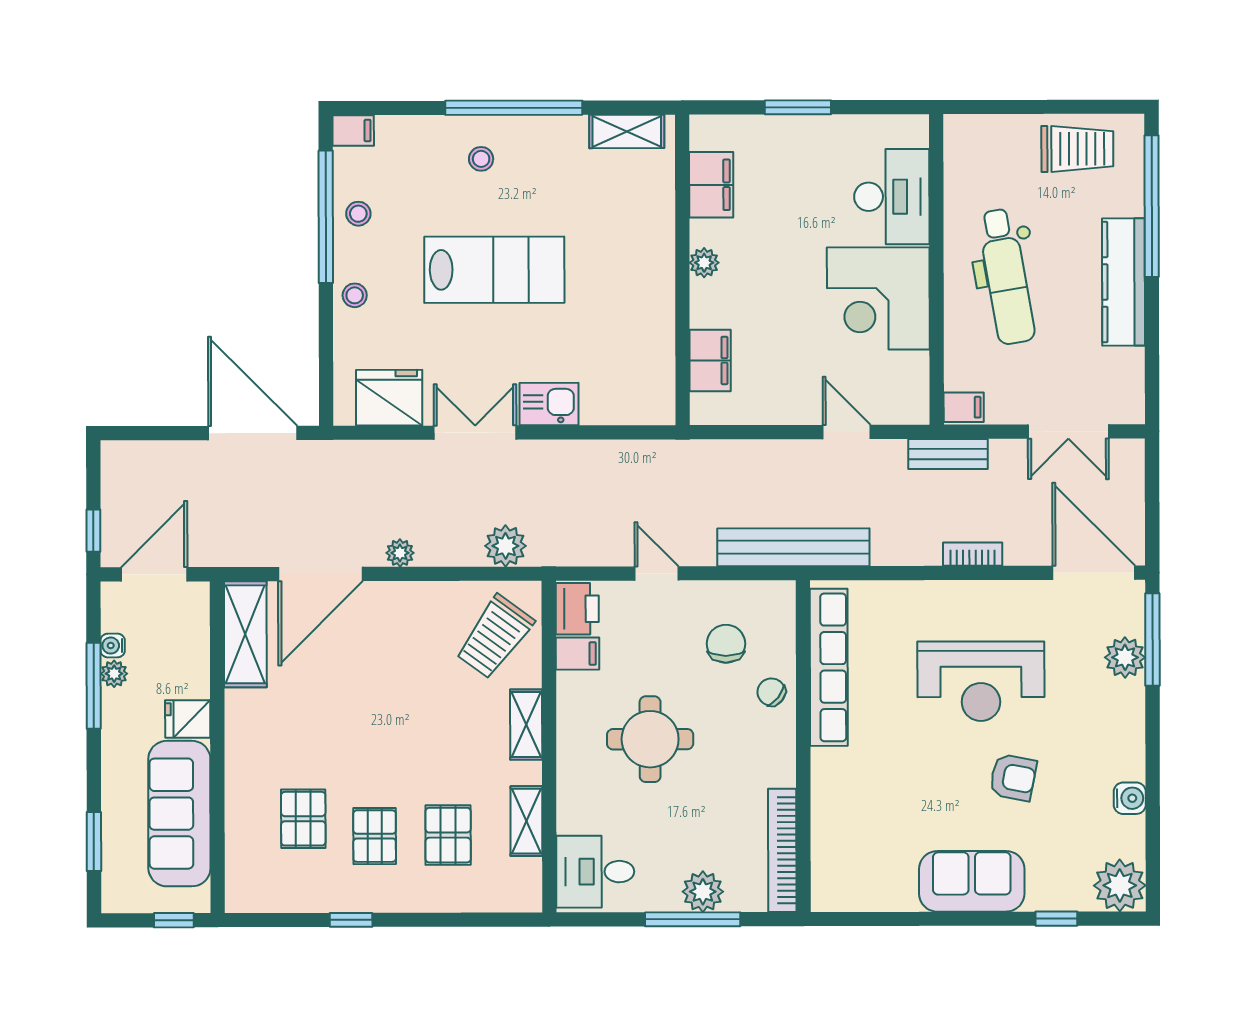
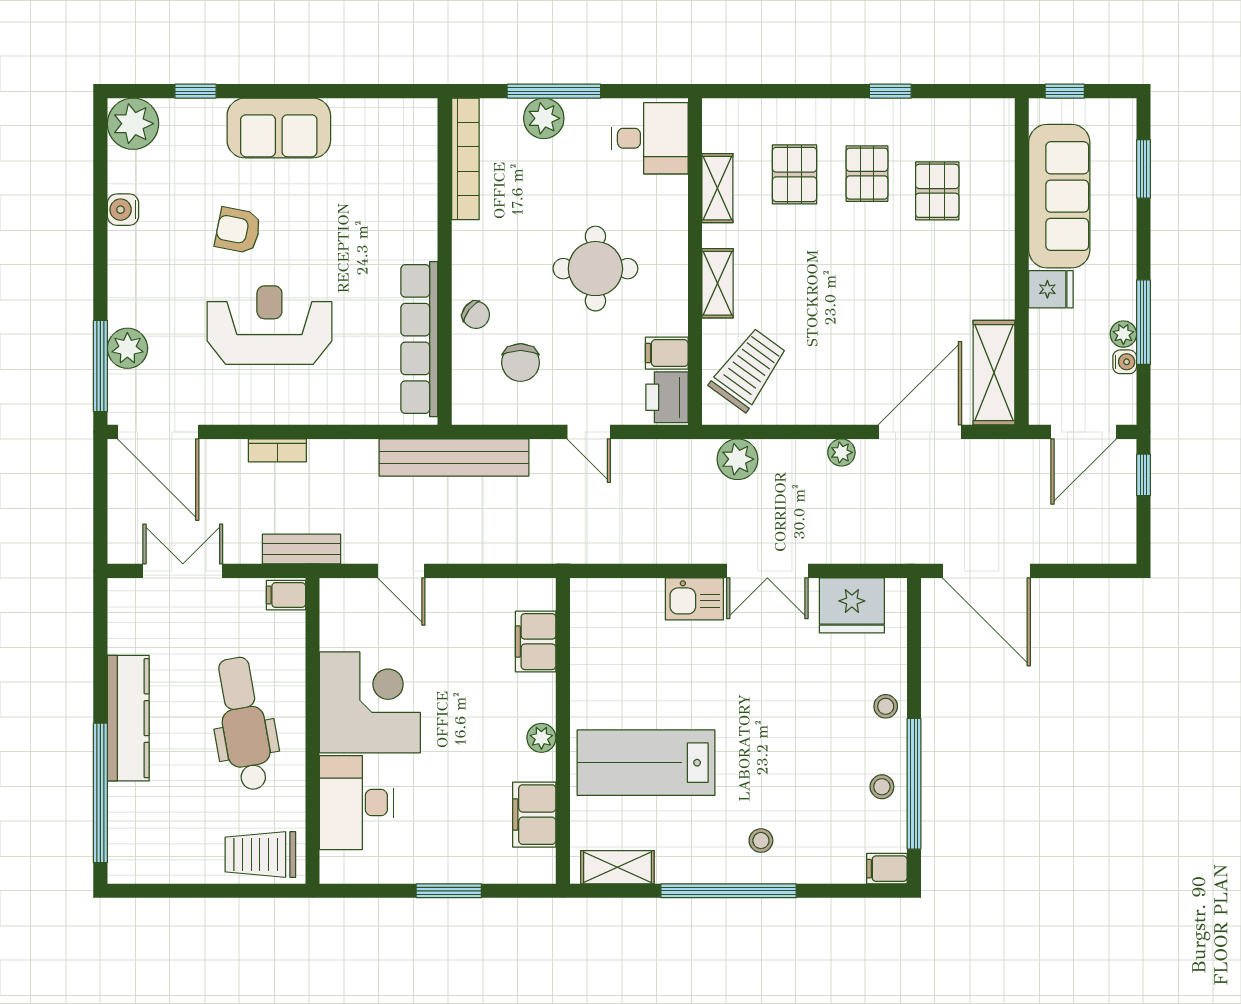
trolley: (1077, 149) -> (260, 855), moved
lab bench: (494, 270) -> (646, 763), moved

